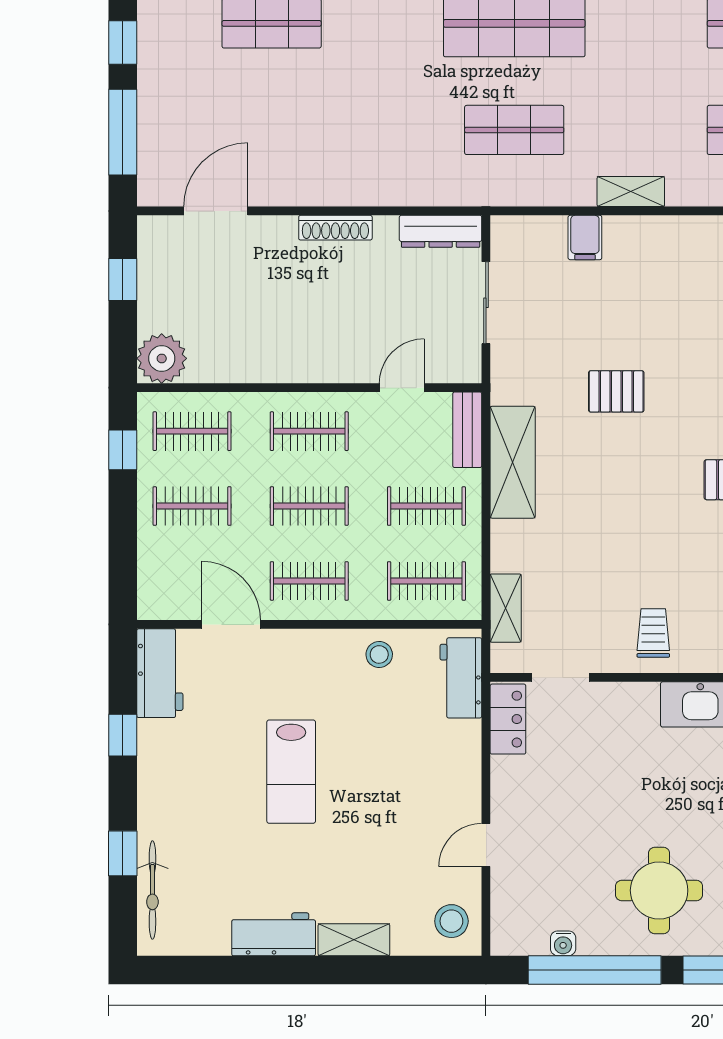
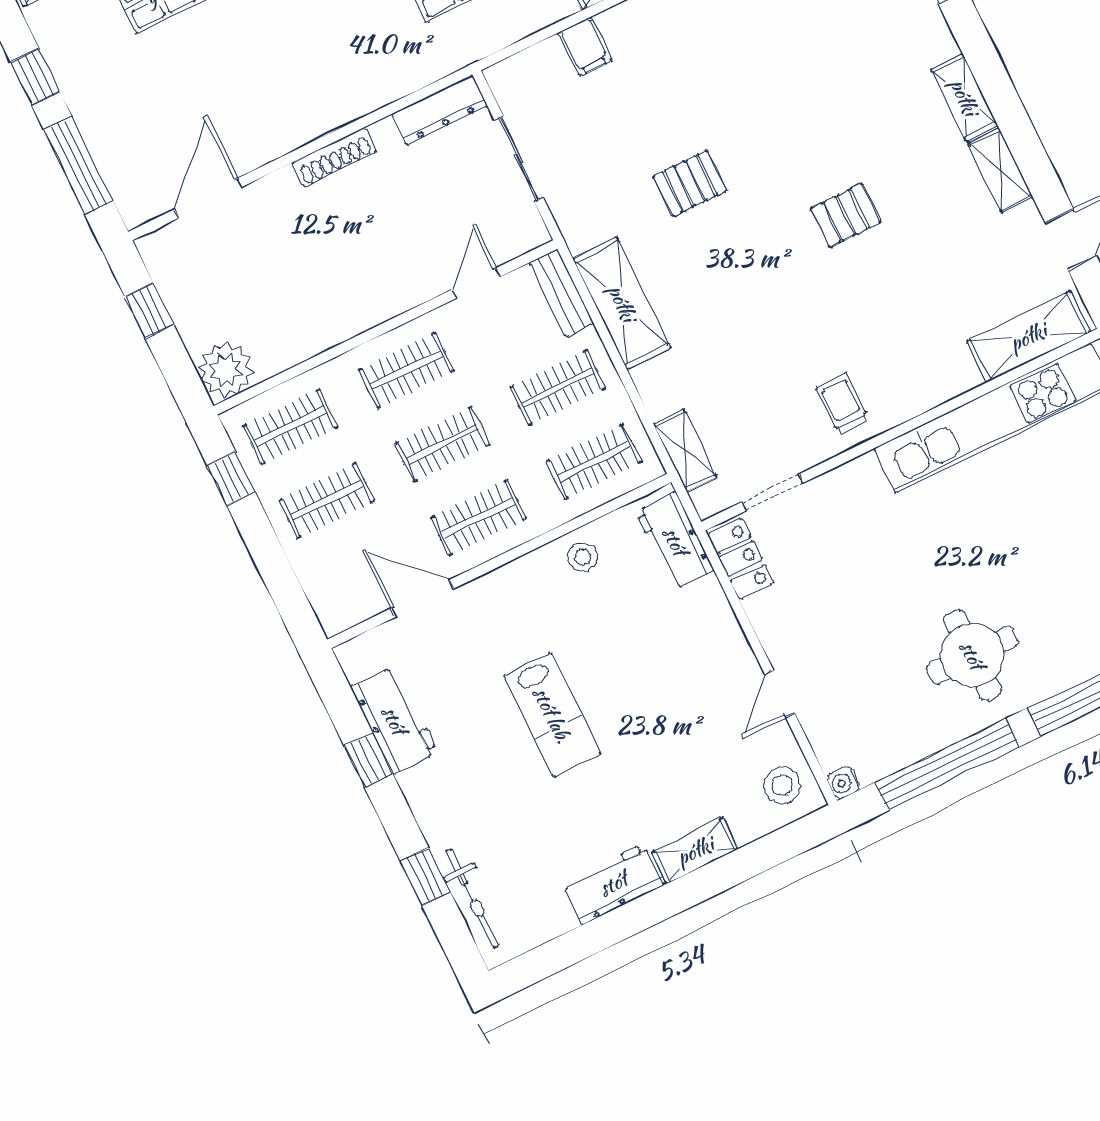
workbench: (160, 673) -> (394, 720), moved
water cooler: (563, 943) -> (844, 782), moved, turned 90

